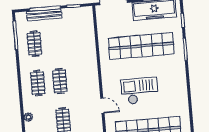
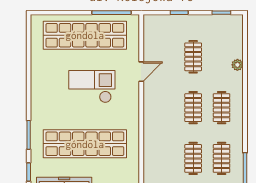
clothes rail: (56, 42) -> (193, 158), added
checkout: (139, 91) -> (92, 87), turned 180
door: (102, 106) -> (141, 72), swing flipped

